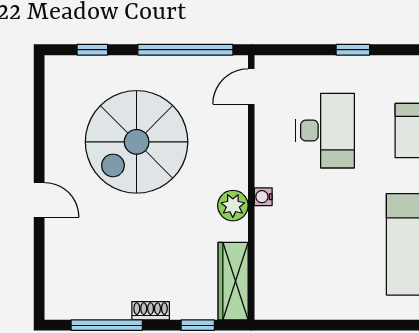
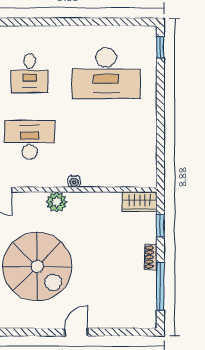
plant: (233, 206) -> (57, 202), moved
wardrobe: (233, 281) -> (139, 202), width x0.67

